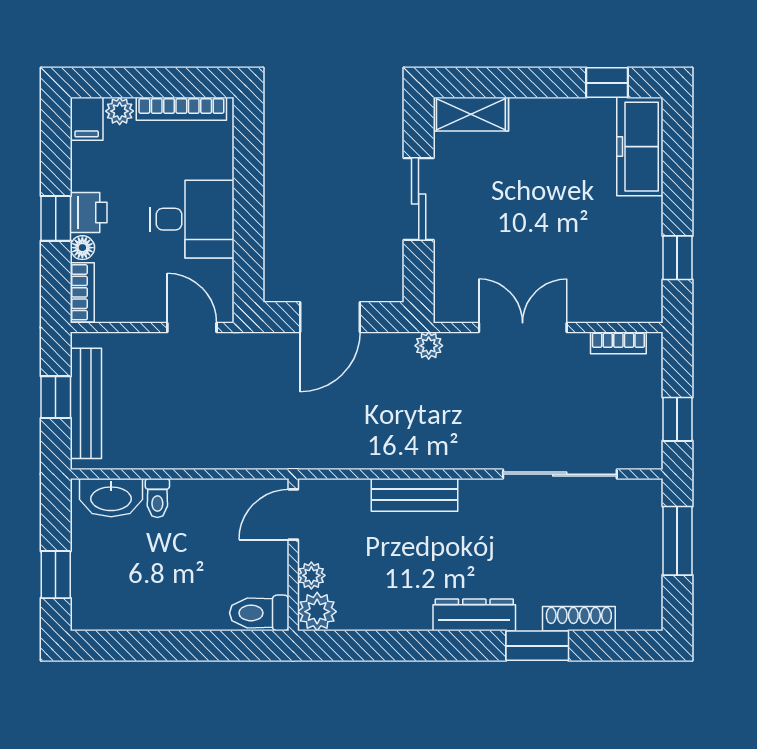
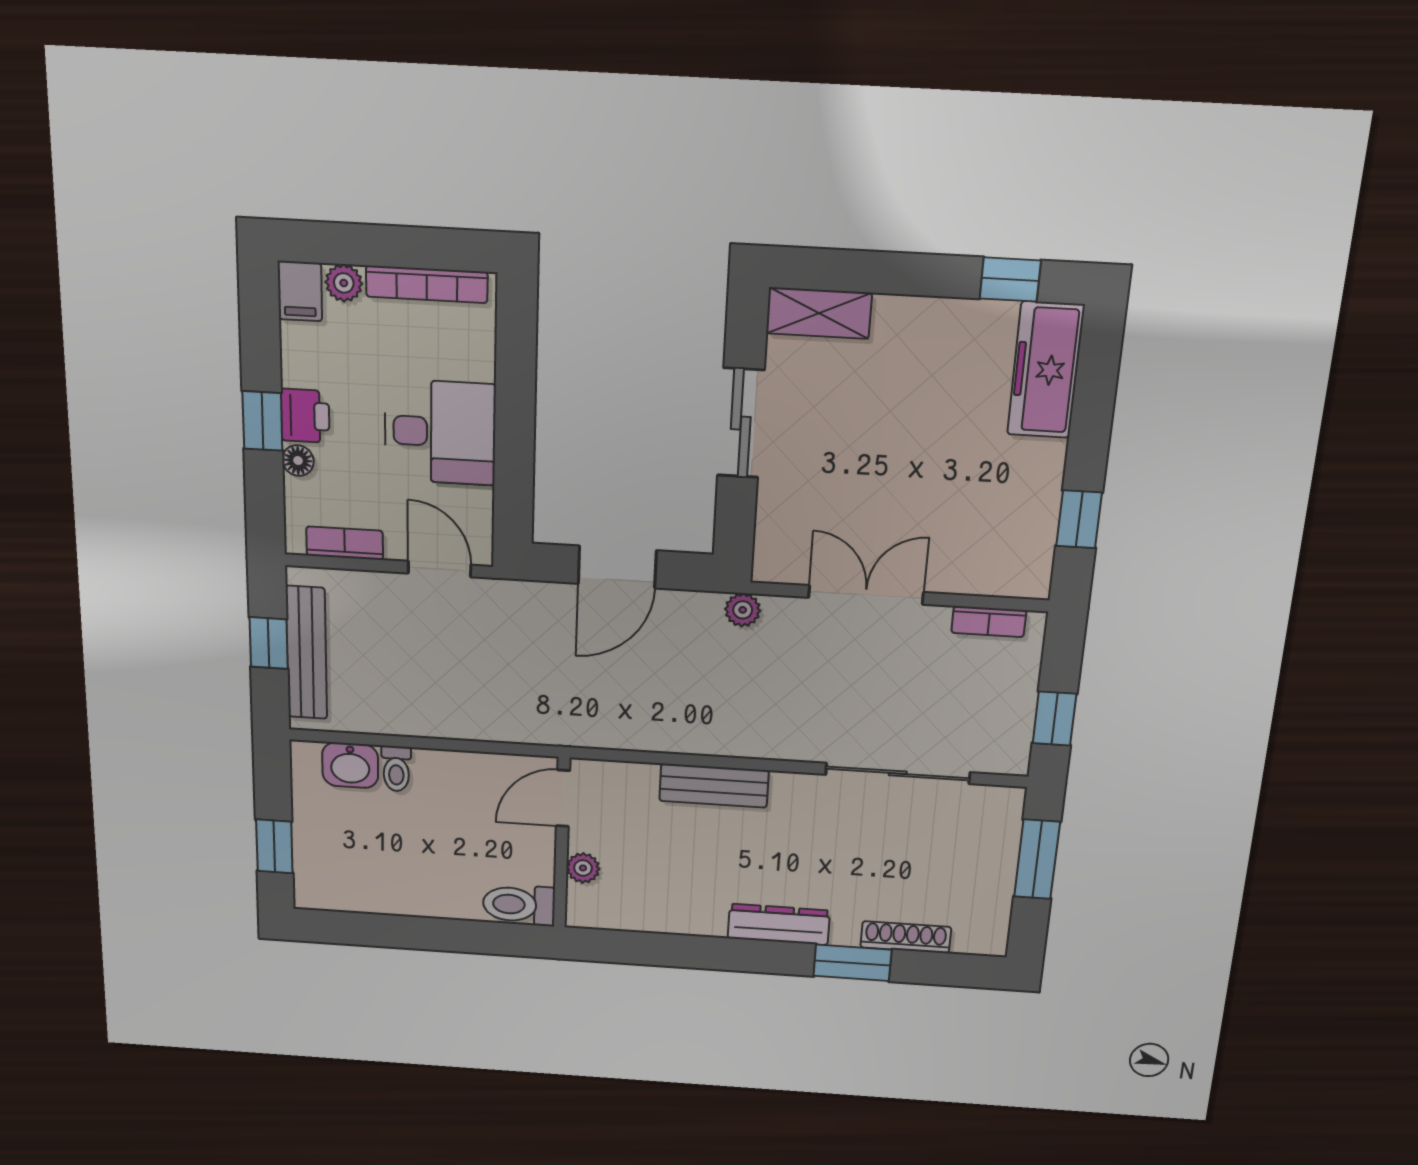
bookcase: (82, 292) -> (345, 543), moved, turned -90
washbasin: (111, 498) -> (350, 765), width x0.72
plant: (317, 612) -> (589, 908), removed

